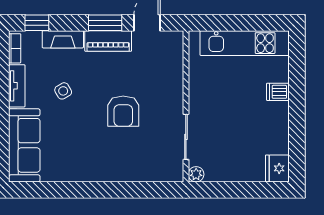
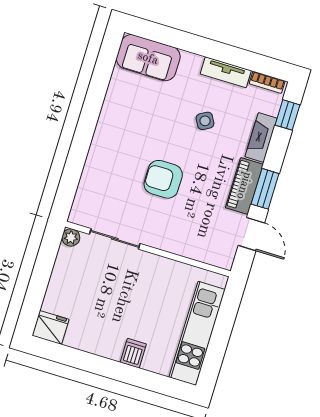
sofa: (24, 145) -> (148, 58), width x0.73

